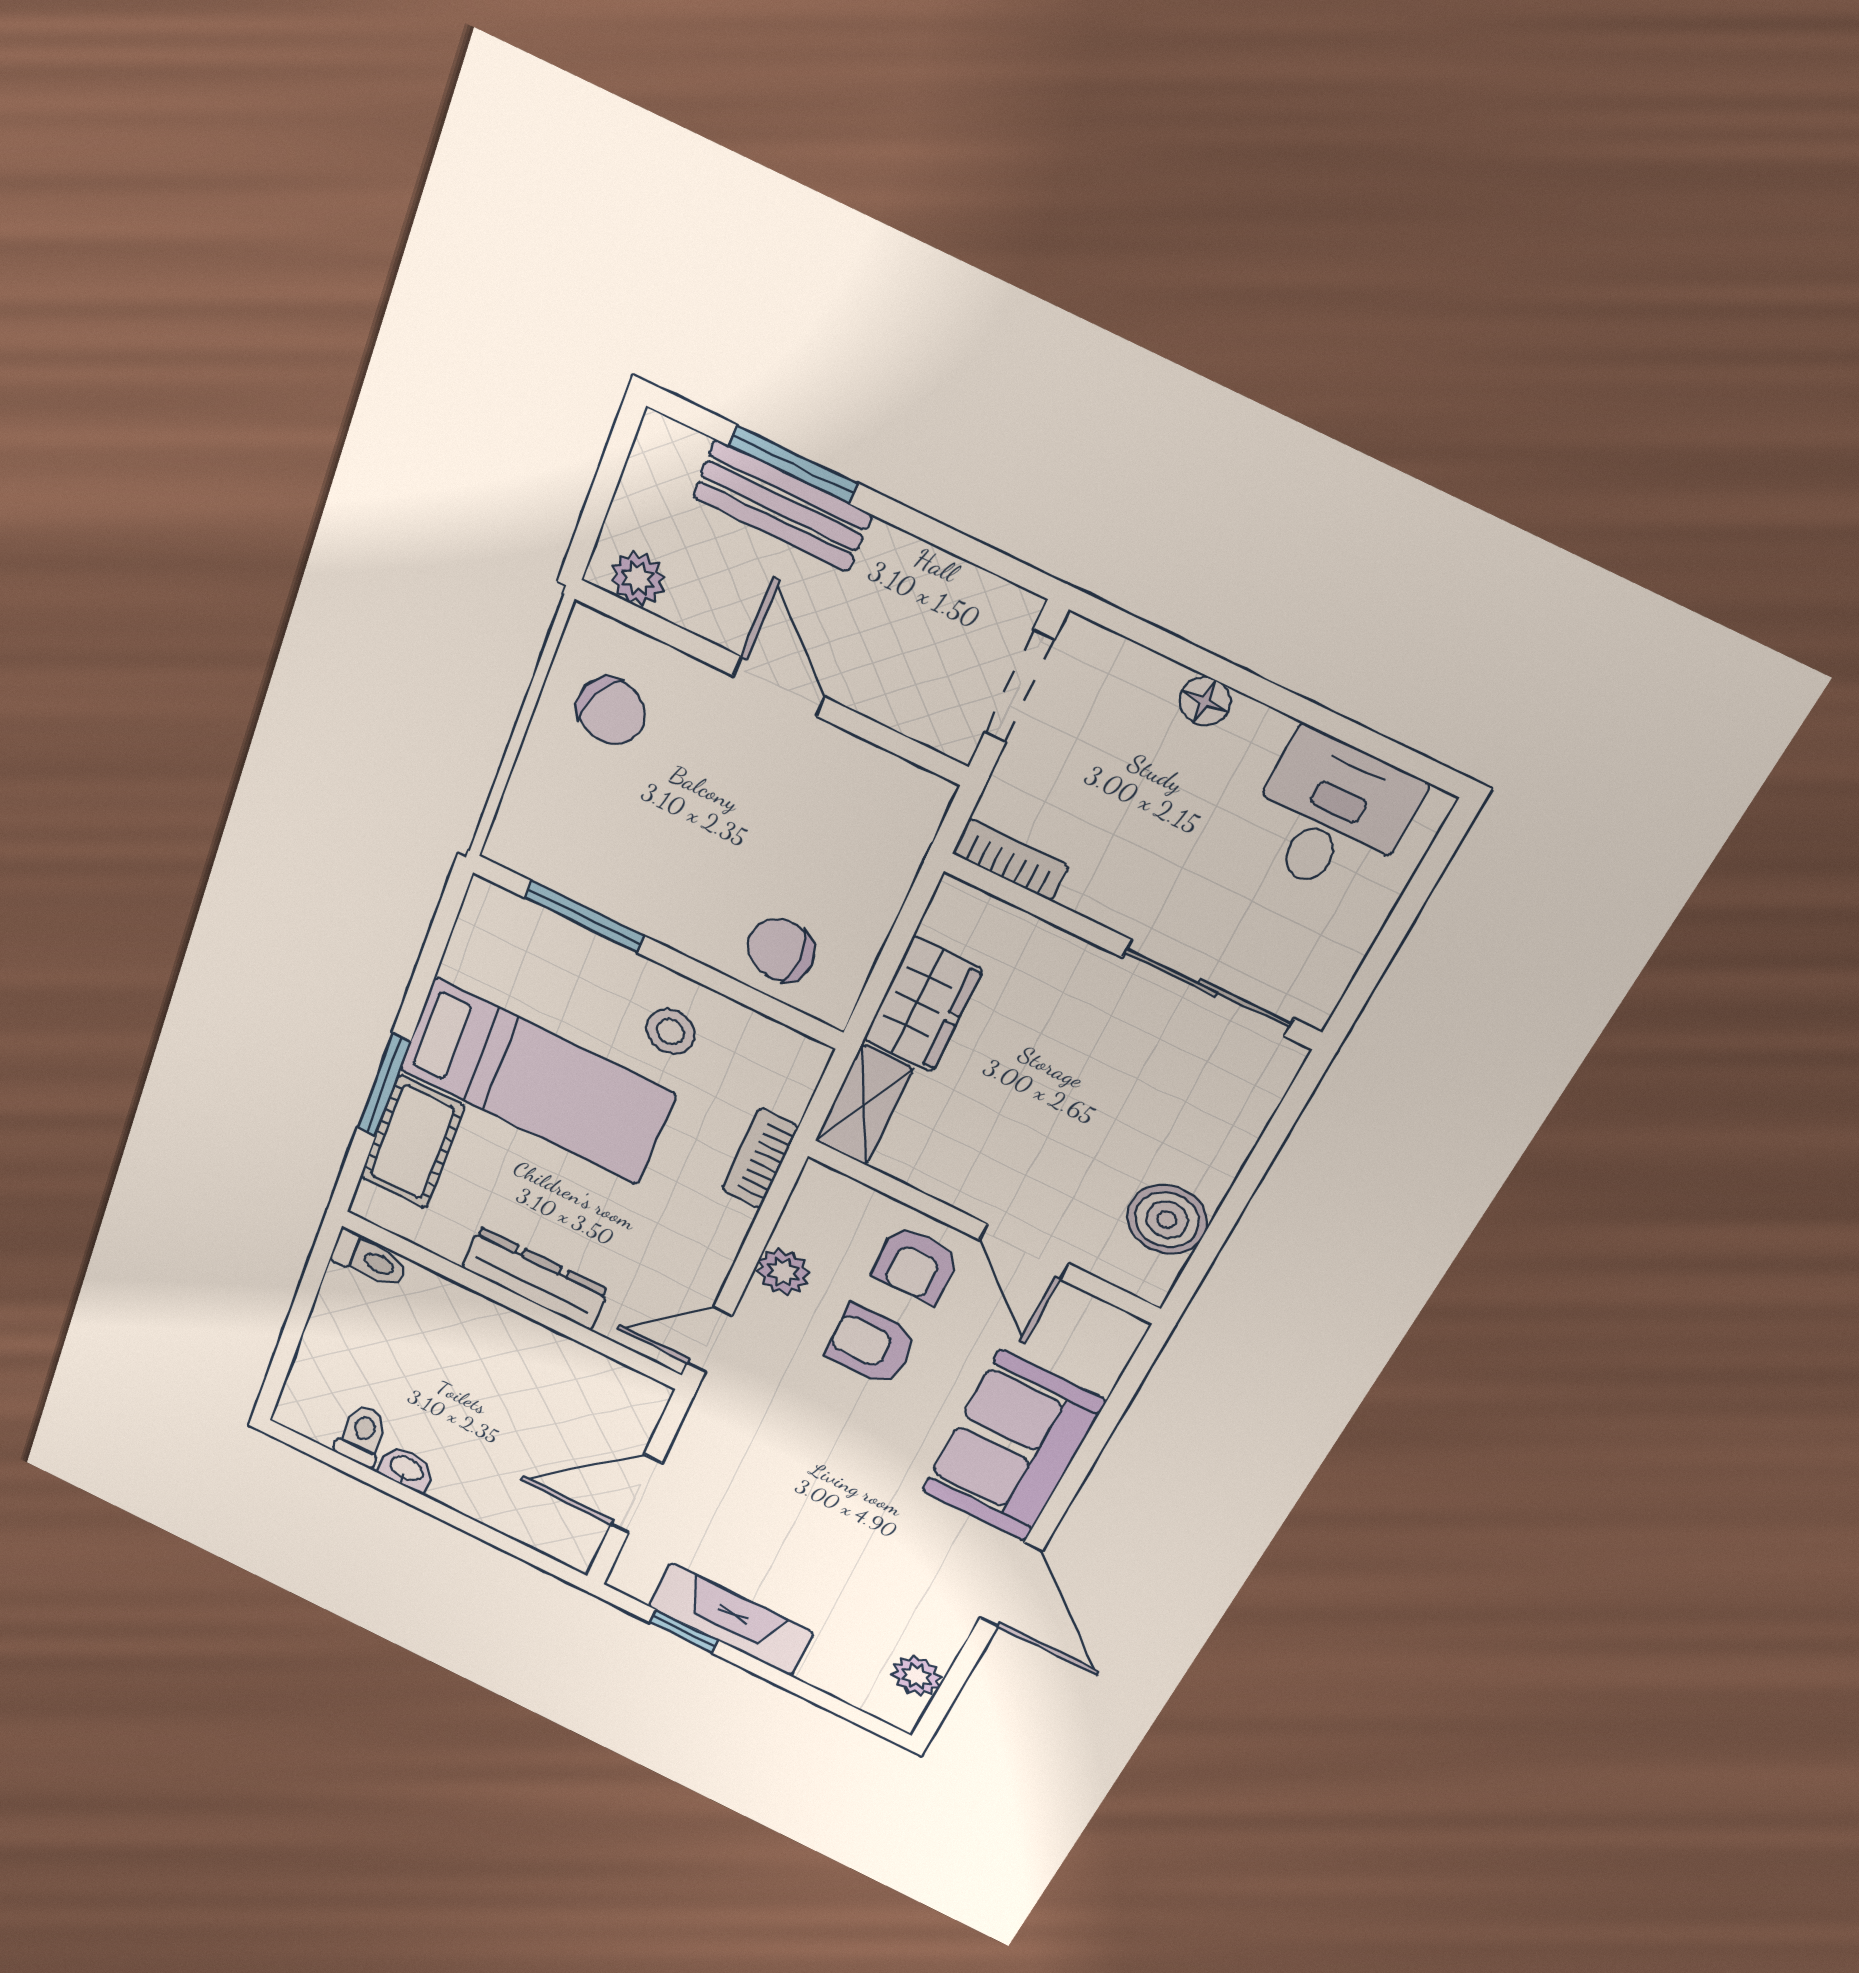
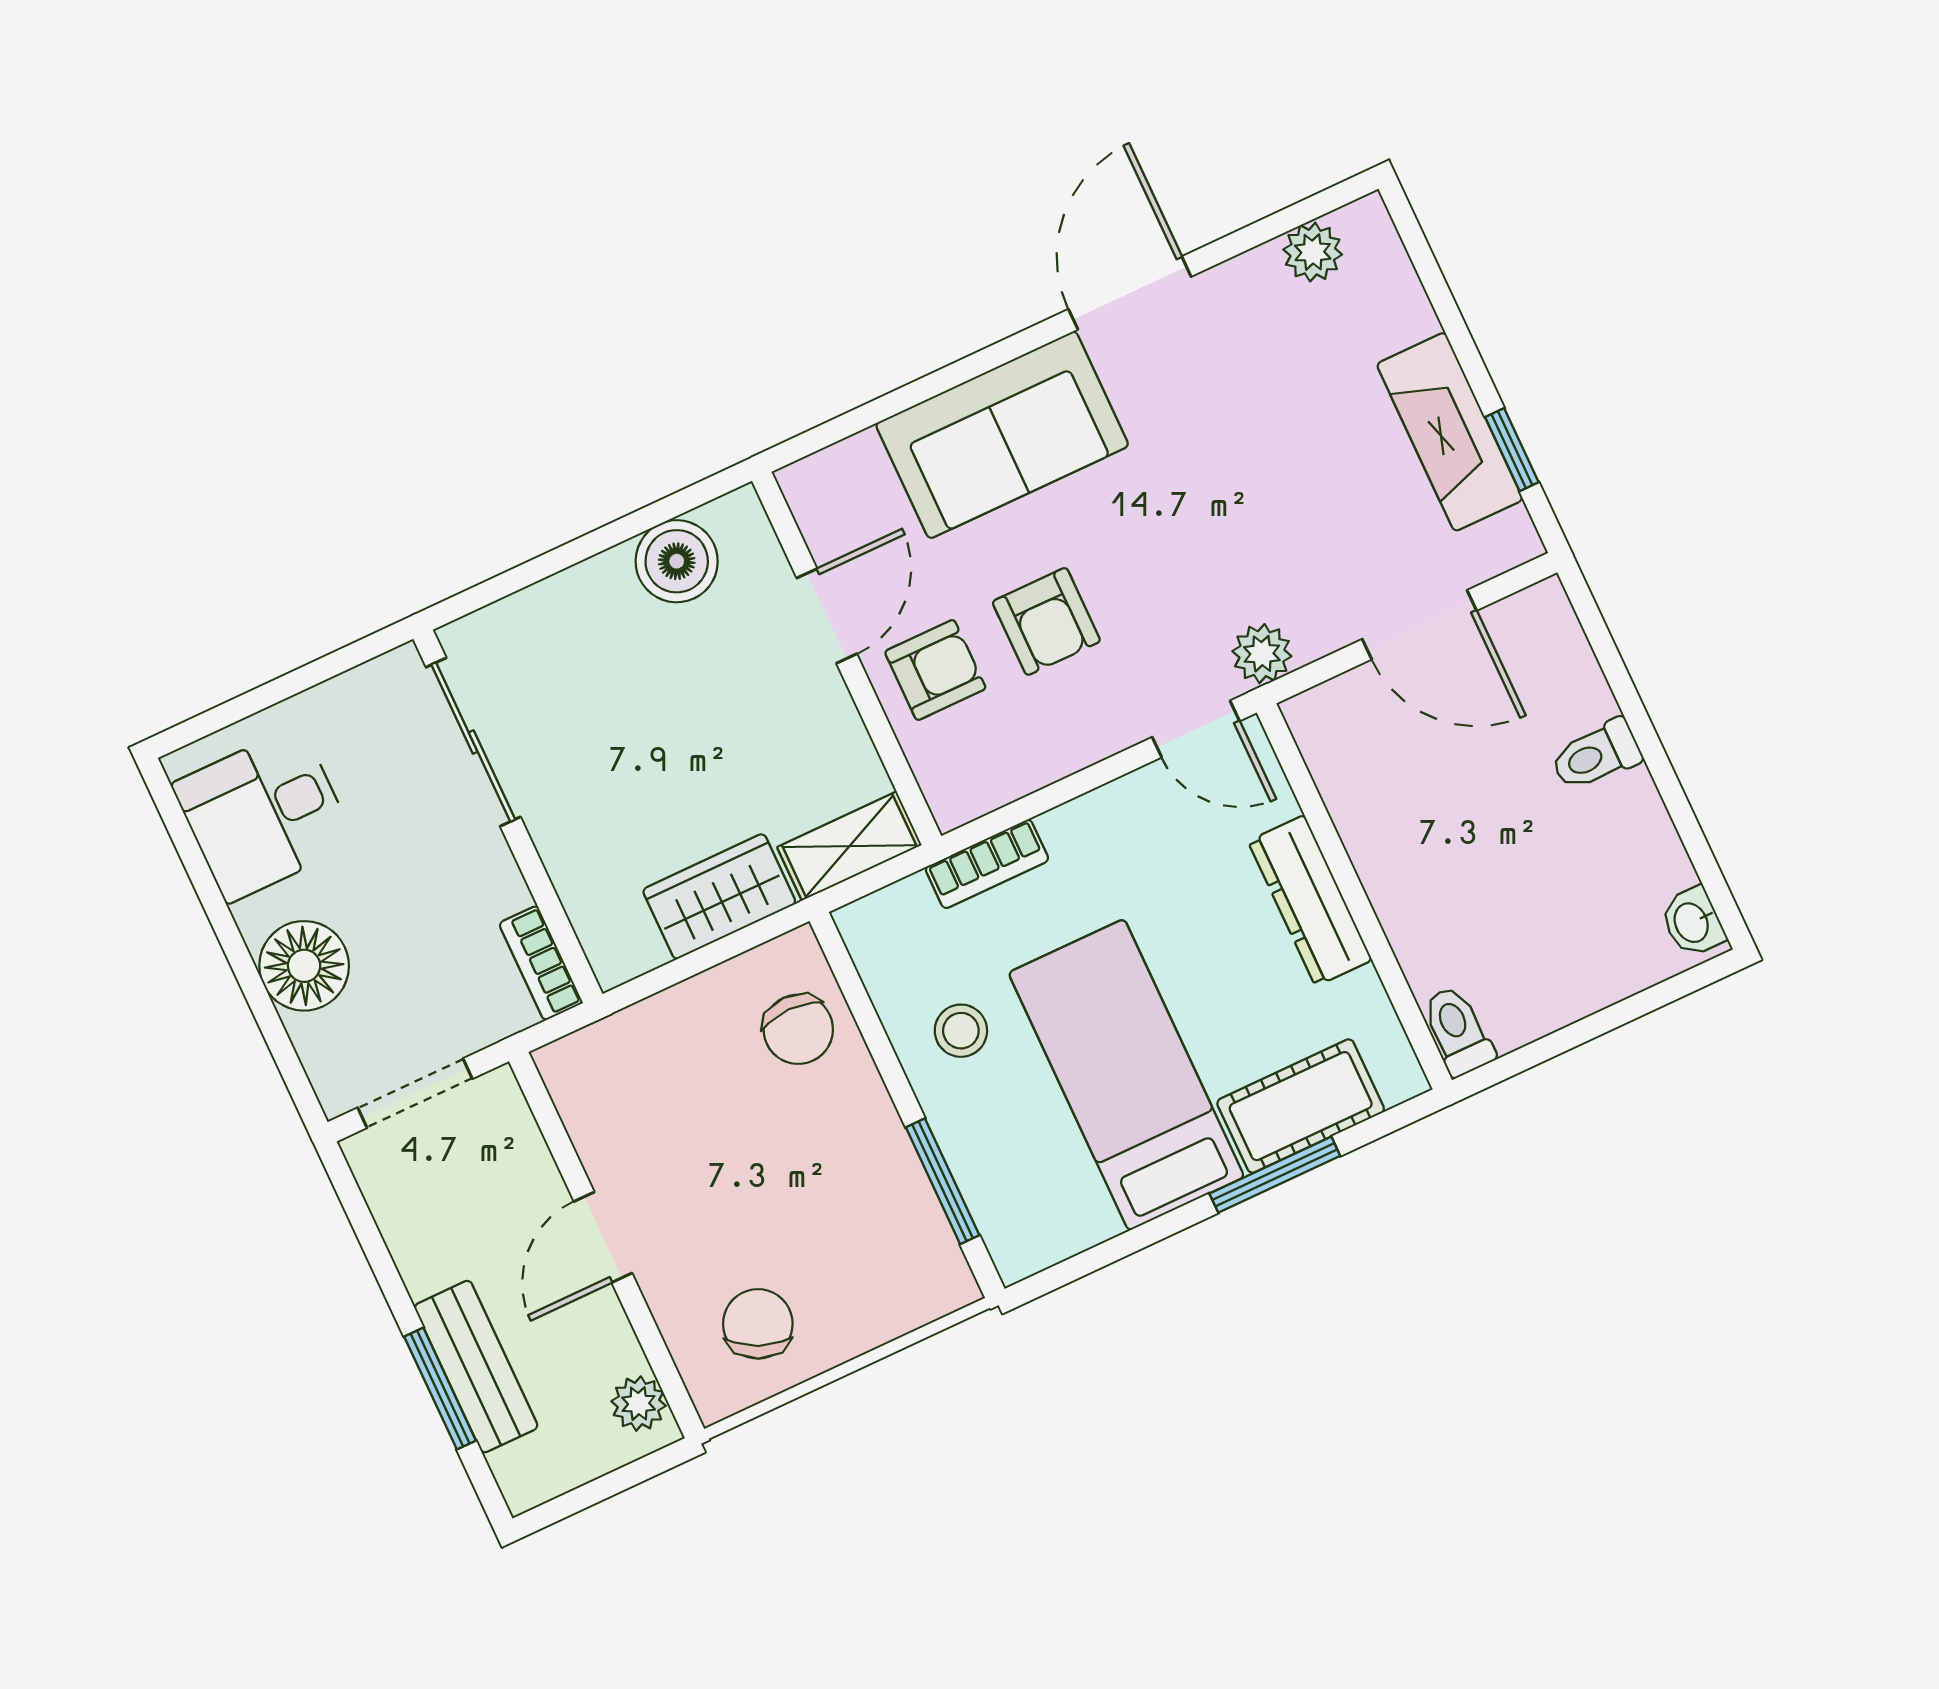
floor lamp: (1205, 701) -> (304, 966), width x1.89, depth x1.89
plant: (783, 1272) -> (1262, 654), moved
toilet: (362, 1435) -> (1596, 755), moved
washbasin: (406, 1469) -> (1693, 922), moved

